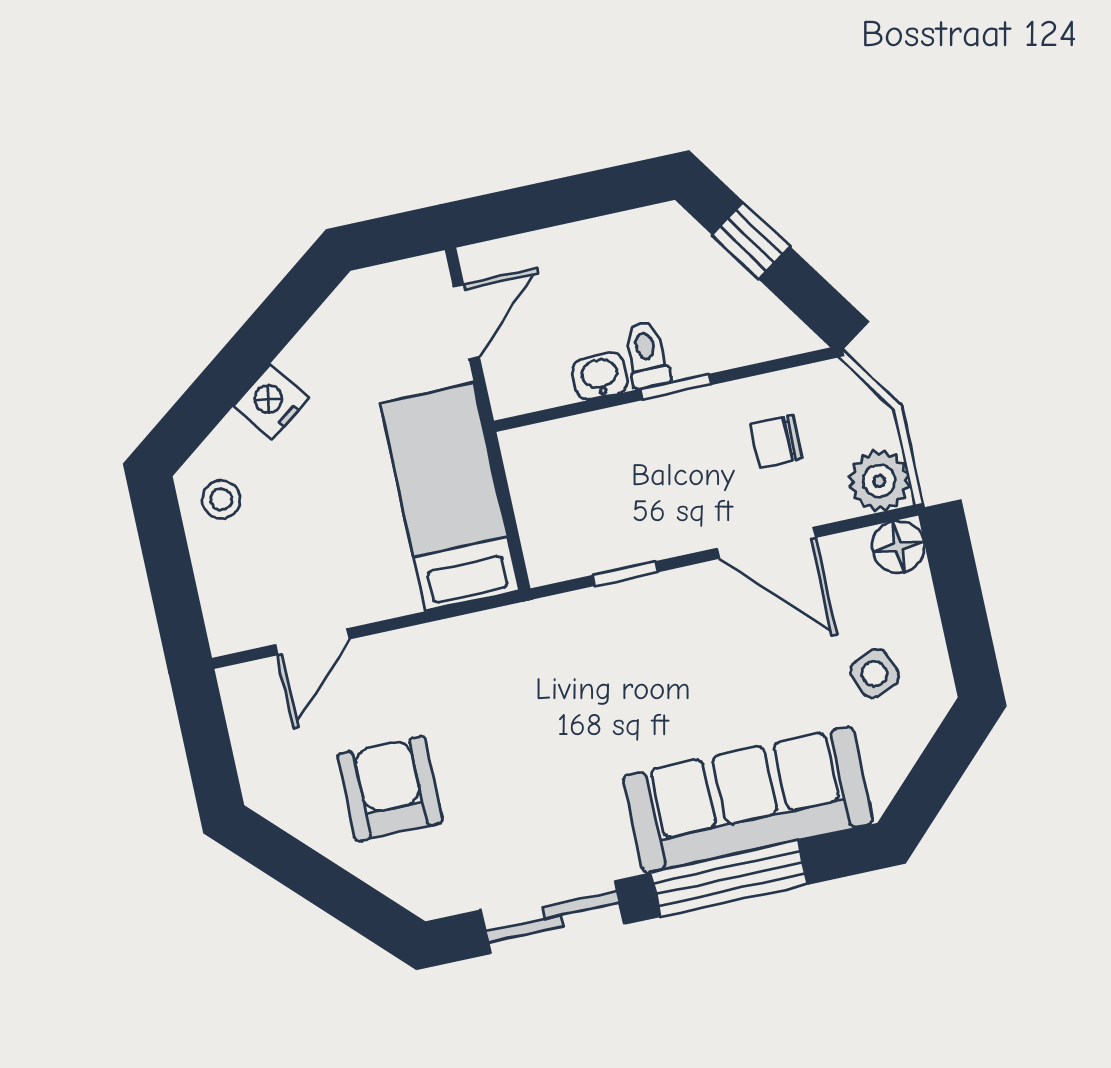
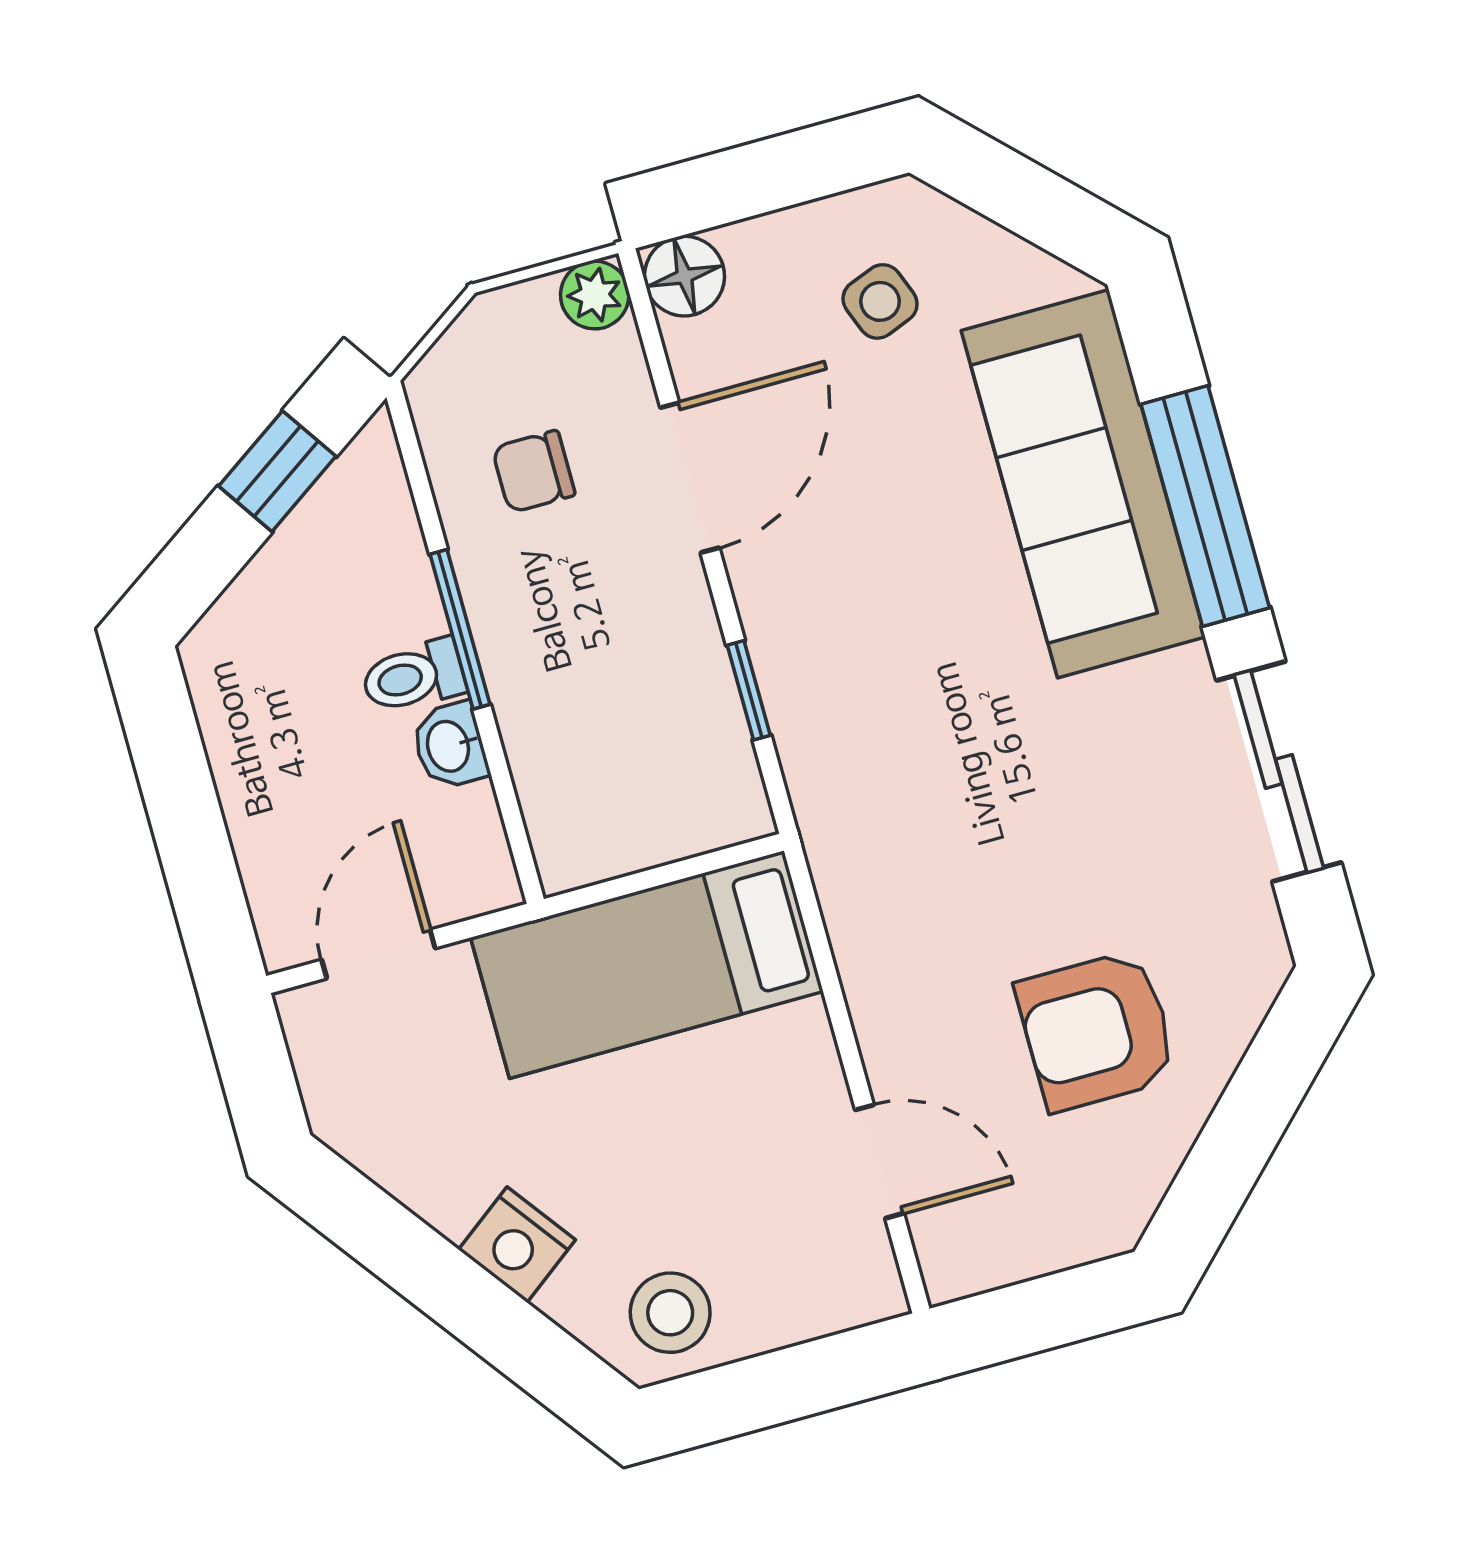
window: (751, 241) -> (277, 471), moved
door: (466, 322) -> (378, 954), hinge flipped
window: (676, 387) -> (460, 629), width x1.50
chair: (776, 441) -> (534, 472), turned 90
plant: (879, 481) -> (595, 295), width x0.73, depth x0.73
stool: (221, 499) -> (670, 1313), width x1.37, depth x1.37

